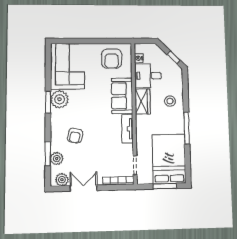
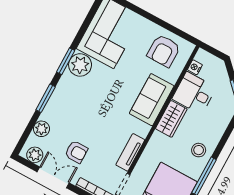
stool: (170, 101) -> (199, 150), moved
tv unit: (127, 129) -> (130, 152), moved
armchair: (75, 136) -> (76, 152), moved, turned -102
window: (48, 154) -> (46, 98), moved

